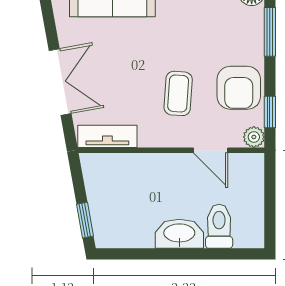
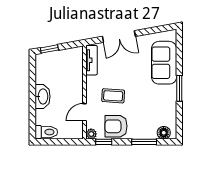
toilet: (219, 226) -> (46, 132), moved

